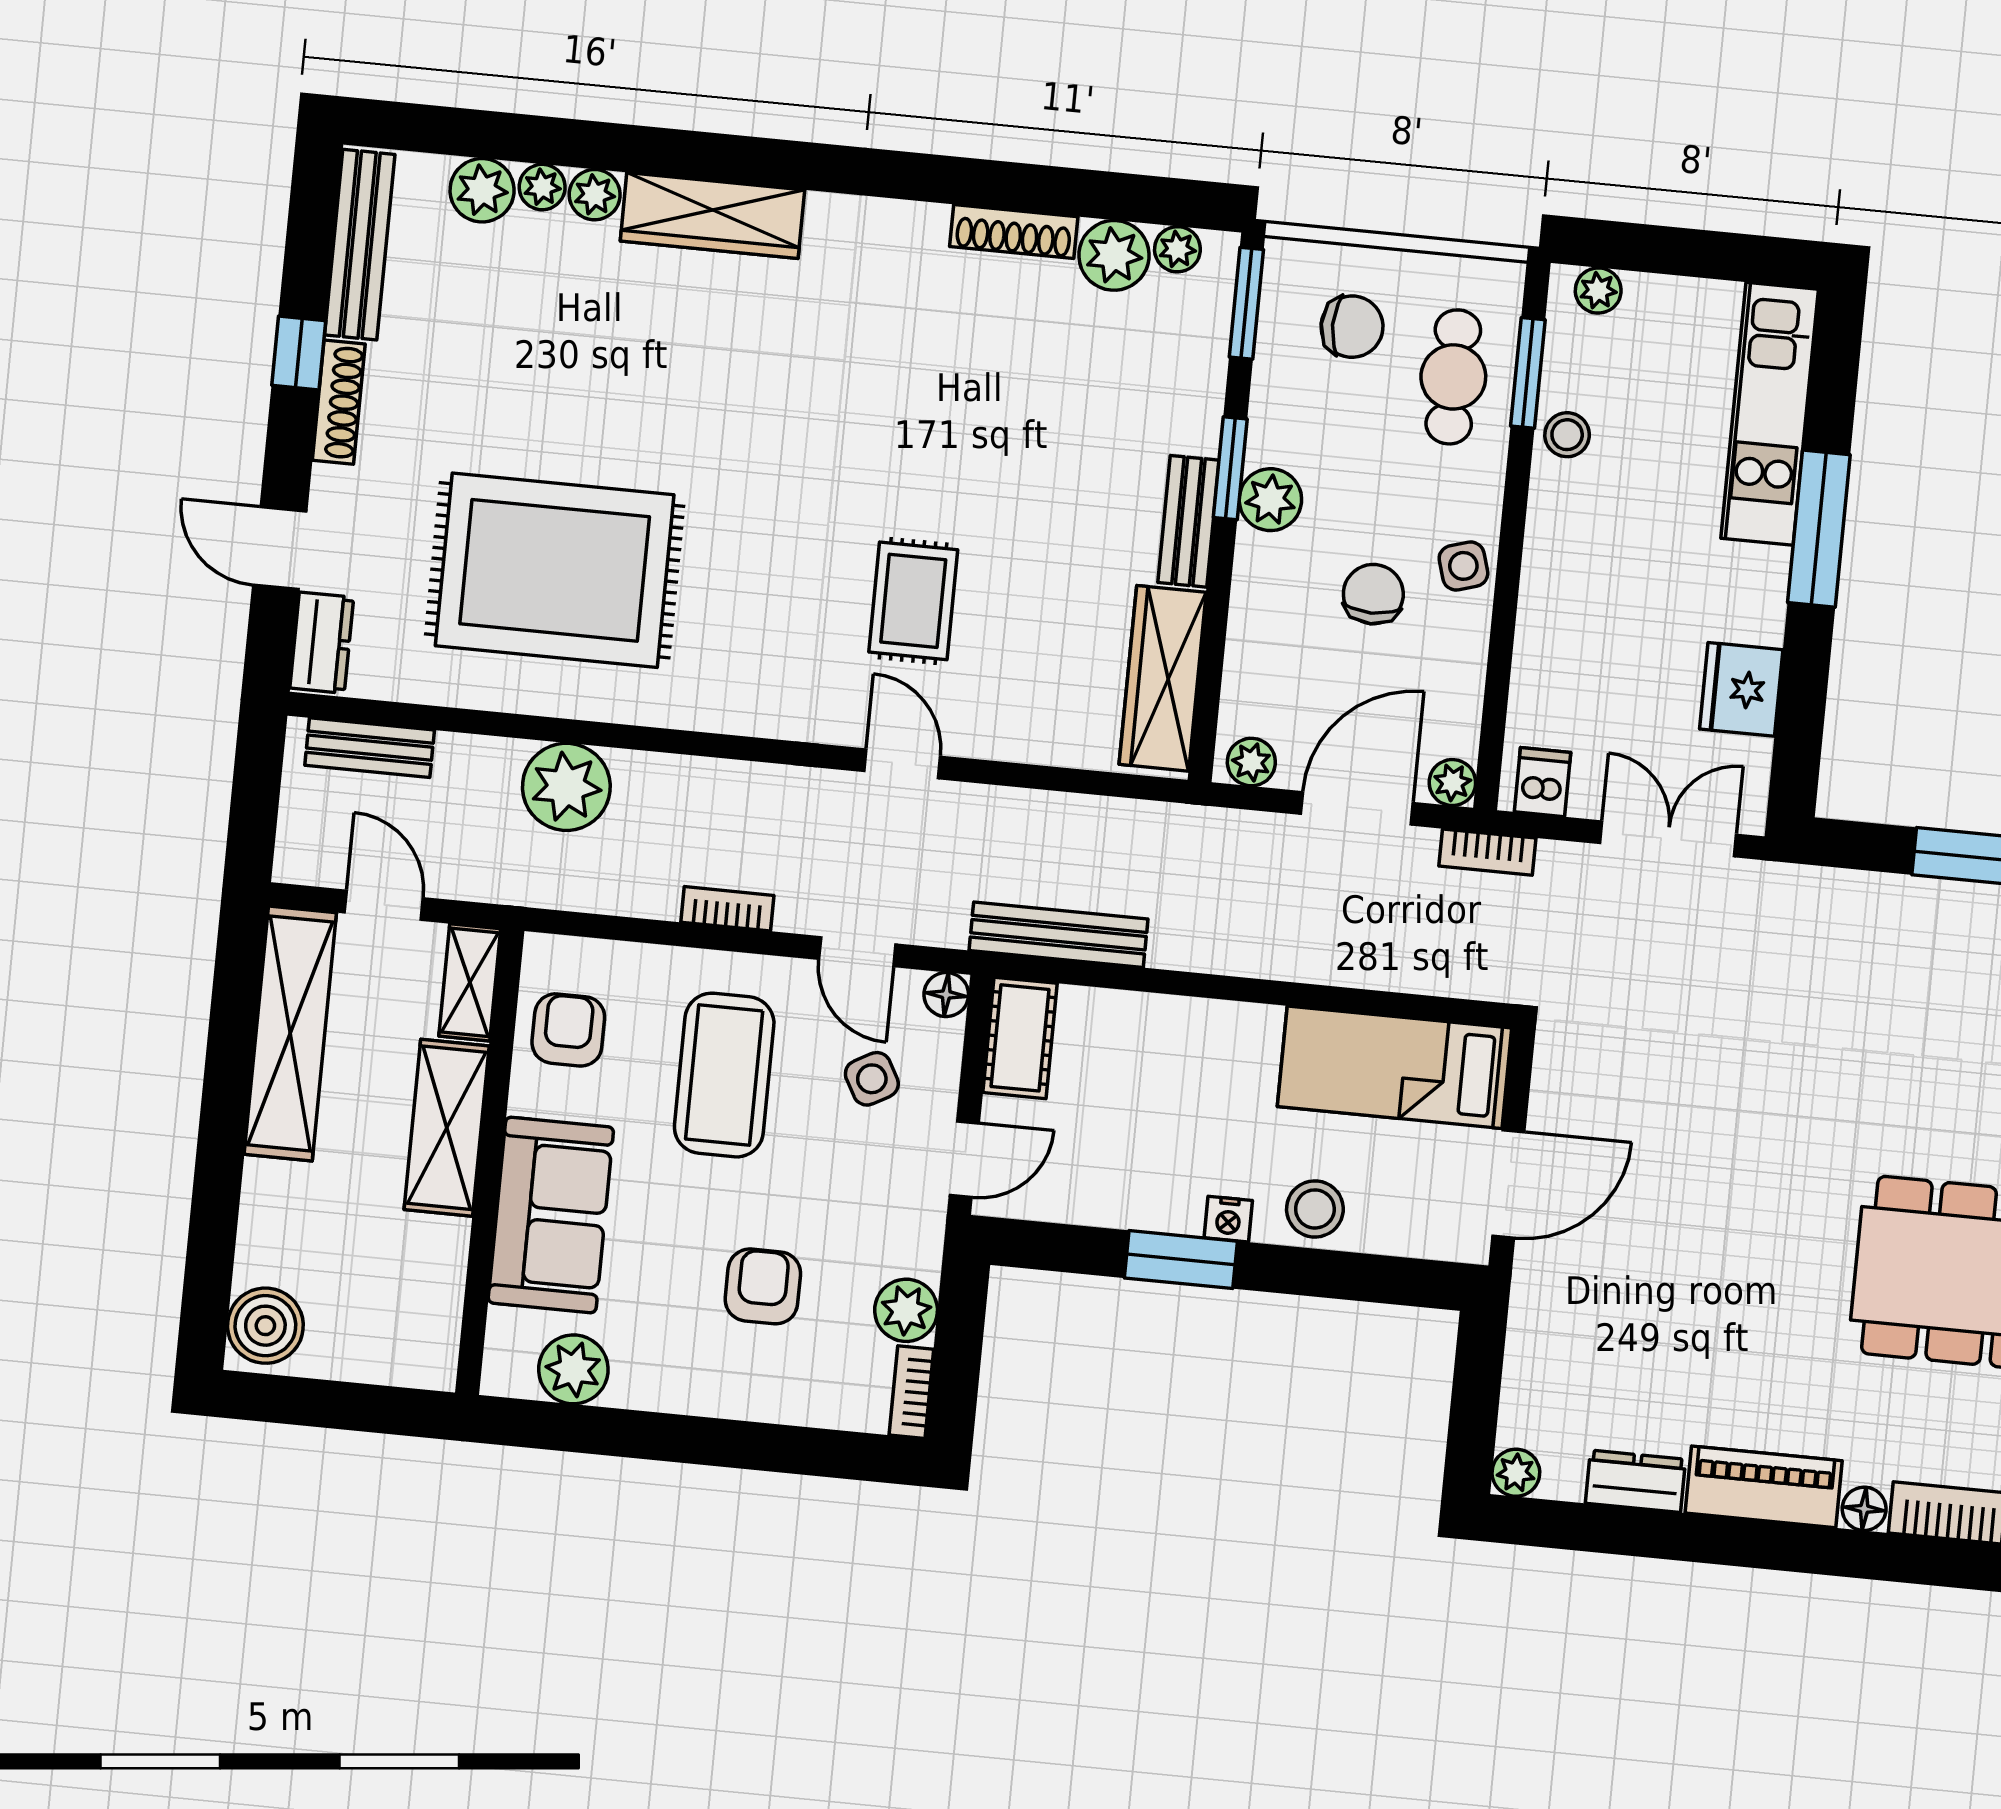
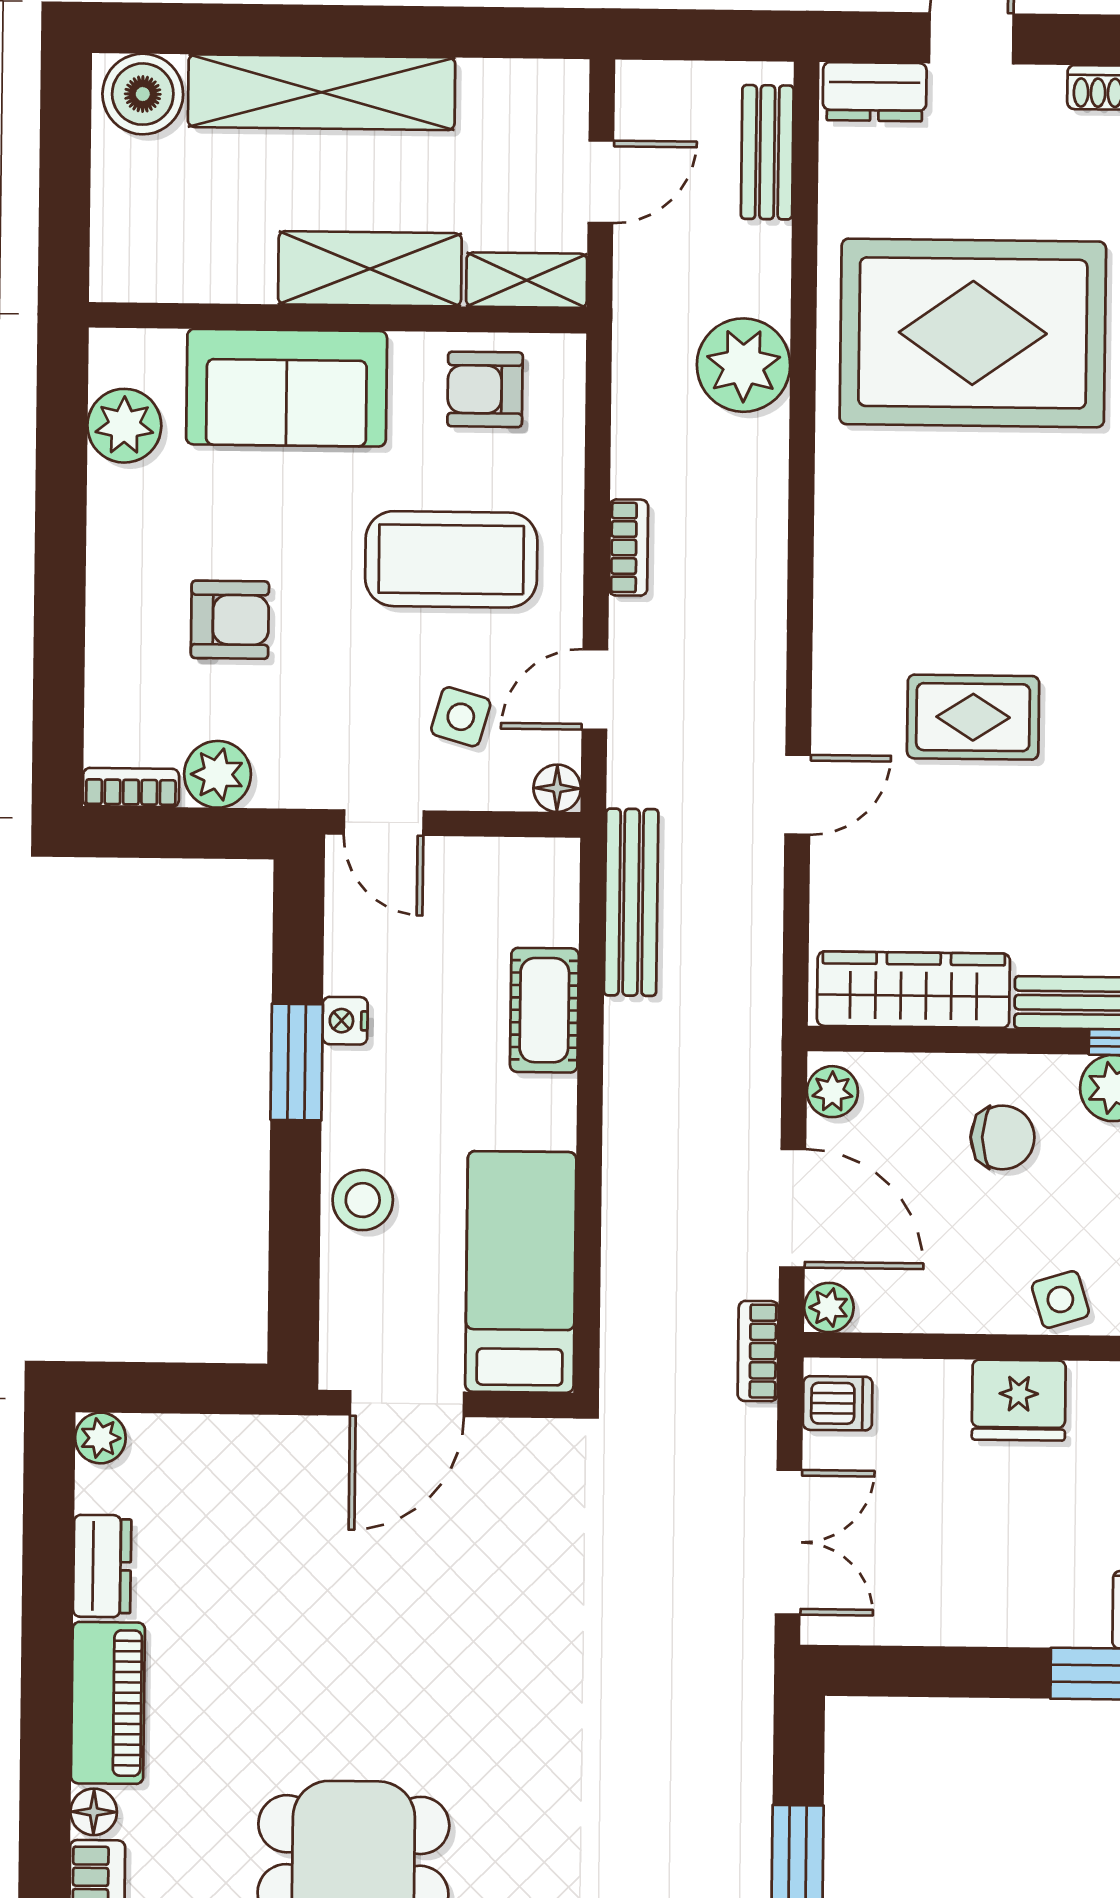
rug: (555, 570) -> (973, 333), turned 90
chair: (1373, 594) -> (1003, 1137), moved
fridge: (1741, 689) -> (1019, 1400), moved, turned 180
door: (902, 764) -> (798, 795), moved
armchair: (568, 1030) -> (485, 389), turned 180
shelving: (290, 1033) -> (322, 92), moved
cot: (1020, 1038) -> (544, 1010), moved, turned 90
side table: (872, 1079) -> (461, 717), turned 45
door: (1508, 1184) -> (407, 1404), hinge flipped
nightstand: (1228, 1219) -> (345, 1021), moved

